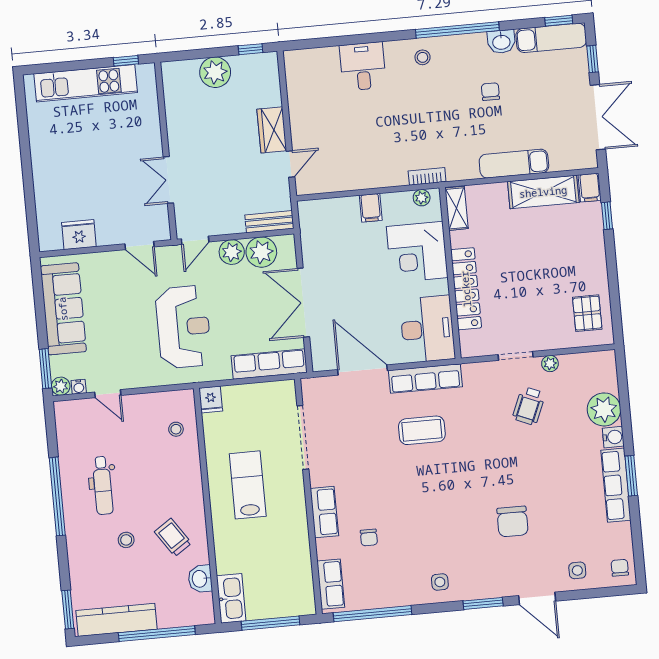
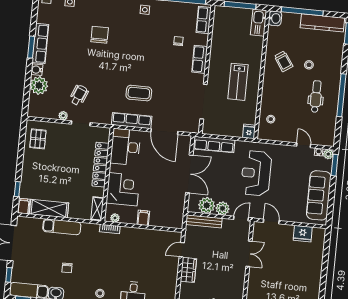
bench: (269, 222) -> (204, 221), width x1.36
washbasin: (200, 579) -> (275, 18), moved

